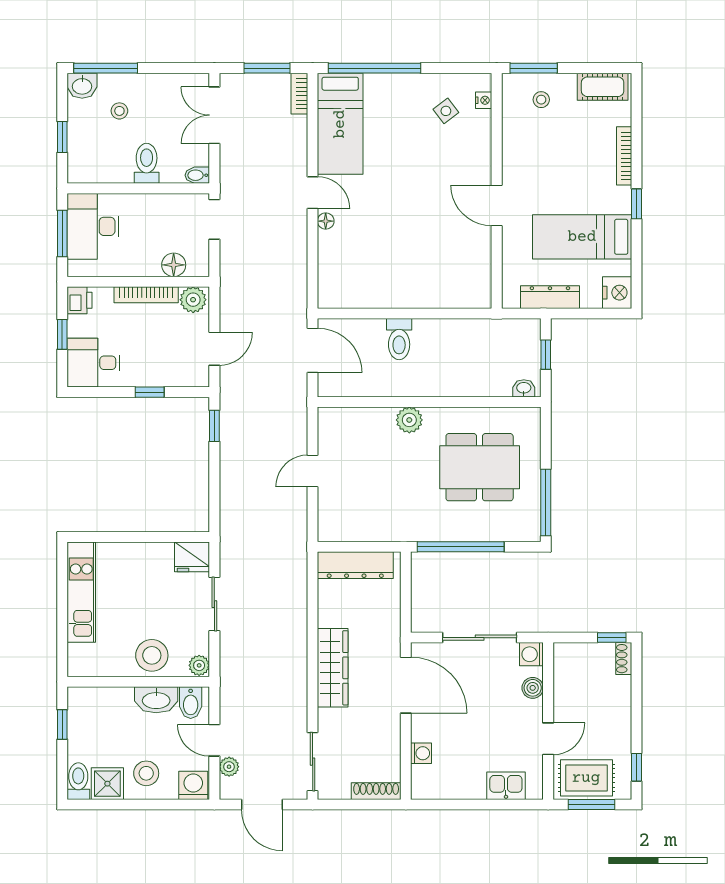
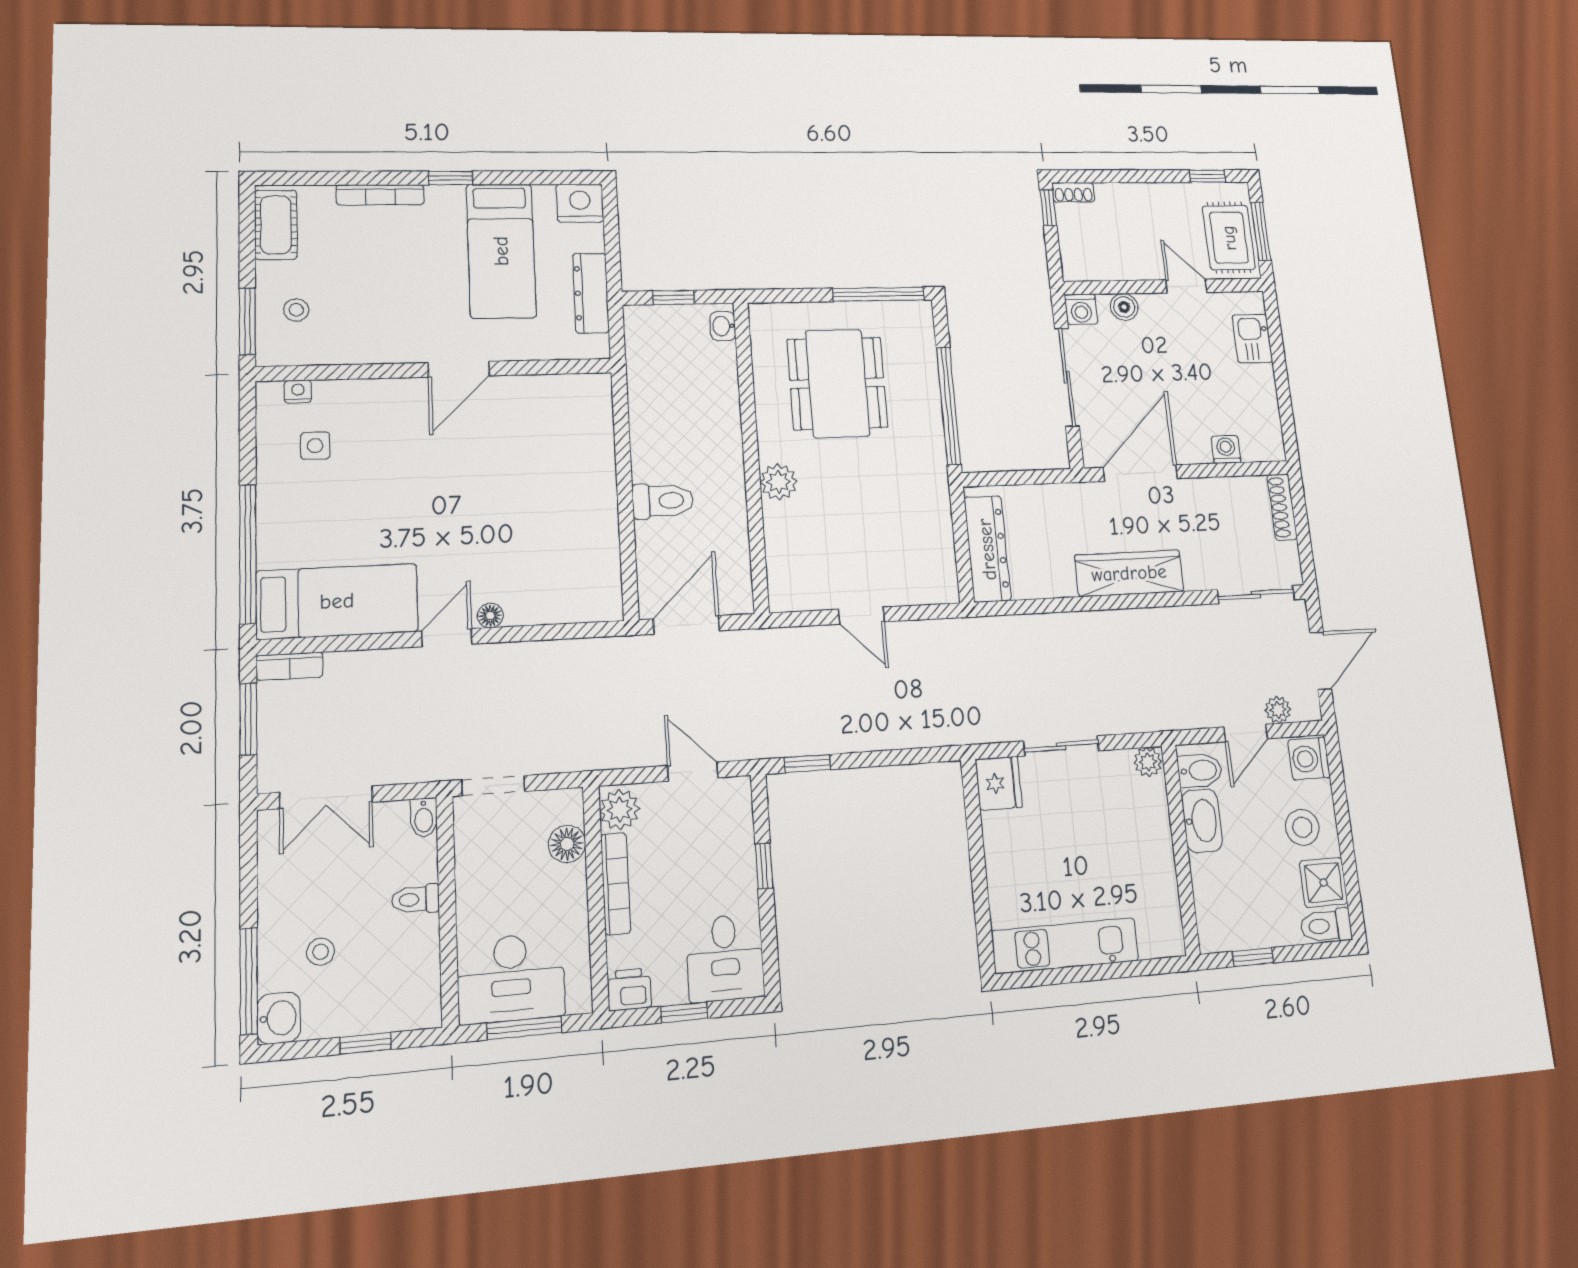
side table: (446, 111) -> (315, 446), turned 37
toilet: (147, 163) -> (416, 899), width x0.73, depth x0.72
stool: (152, 655) -> (1142, 832), removed

